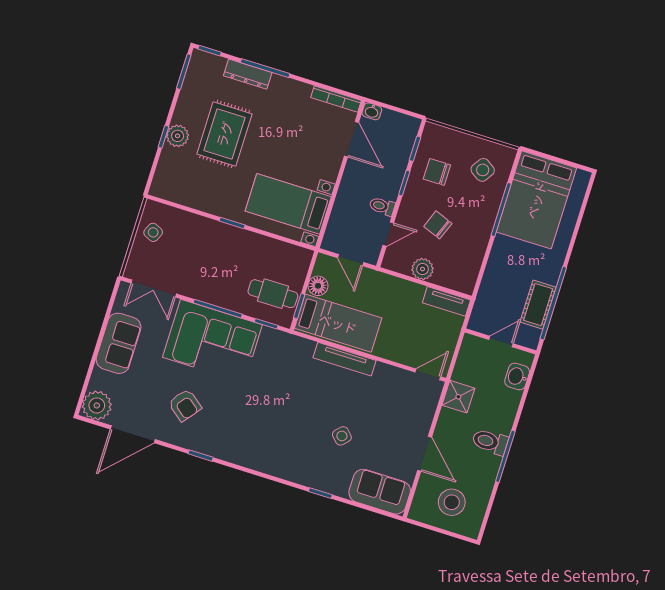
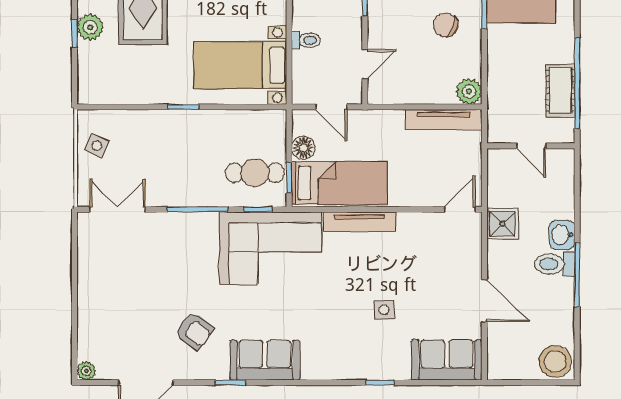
toilet: (382, 206) -> (306, 40), moved, turned 180
chair: (438, 225) -> (446, 25), moved
plant: (422, 269) -> (469, 91), moved
double door: (154, 289) -> (117, 209), swing flipped
tv unit: (446, 301) -> (444, 120), width x1.41
corner sofa: (212, 341) -> (270, 248), moved
door: (501, 342) -> (531, 146), swing flipped
sofa: (119, 343) -> (265, 360), moved, turned -90
washbasin: (517, 377) -> (562, 235), moved
plant: (97, 405) -> (86, 371), width x0.53, depth x0.53
side table: (342, 436) -> (384, 310), turned 45
stool: (452, 502) -> (555, 361), moved

